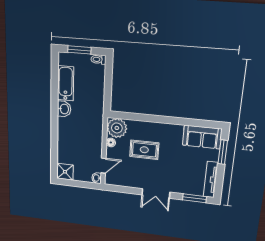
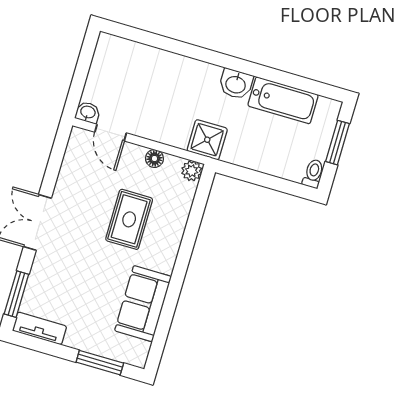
plant: (117, 128) -> (192, 171), width x0.53, depth x0.53
sofa: (202, 137) -> (143, 304), moved
shower: (65, 172) -> (207, 140), moved
tv unit: (211, 180) -> (40, 328), width x0.71

